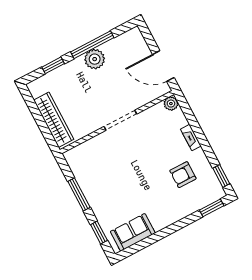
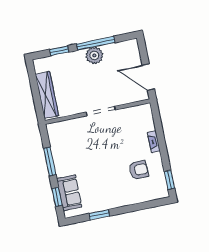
plant: (171, 104) -> (146, 109), removed
armchair: (183, 175) -> (139, 170), turned 180
window: (212, 208) -> (99, 215), moved
sofa: (133, 232) -> (69, 193), moved, turned 90

